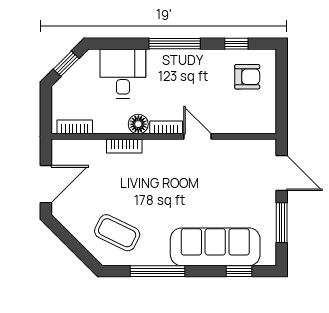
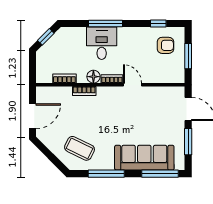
window: (175, 44) -> (106, 24), moved
desk: (123, 74) -> (102, 43), moved
window: (282, 93) -> (188, 56), added
bookcase: (75, 127) -> (64, 78), moved
window: (239, 271) -> (160, 174), width x2.17

